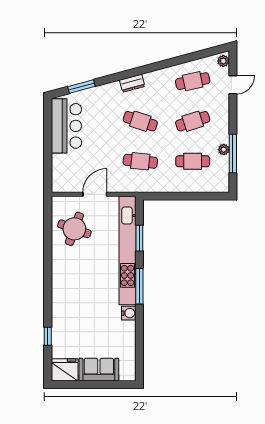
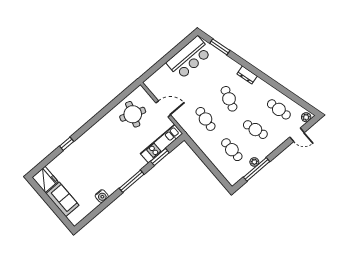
kitchen unit: (128, 250) -> (162, 144), width x0.54
water cooler: (129, 313) -> (102, 196), moved
window: (48, 336) -> (67, 144), moved

